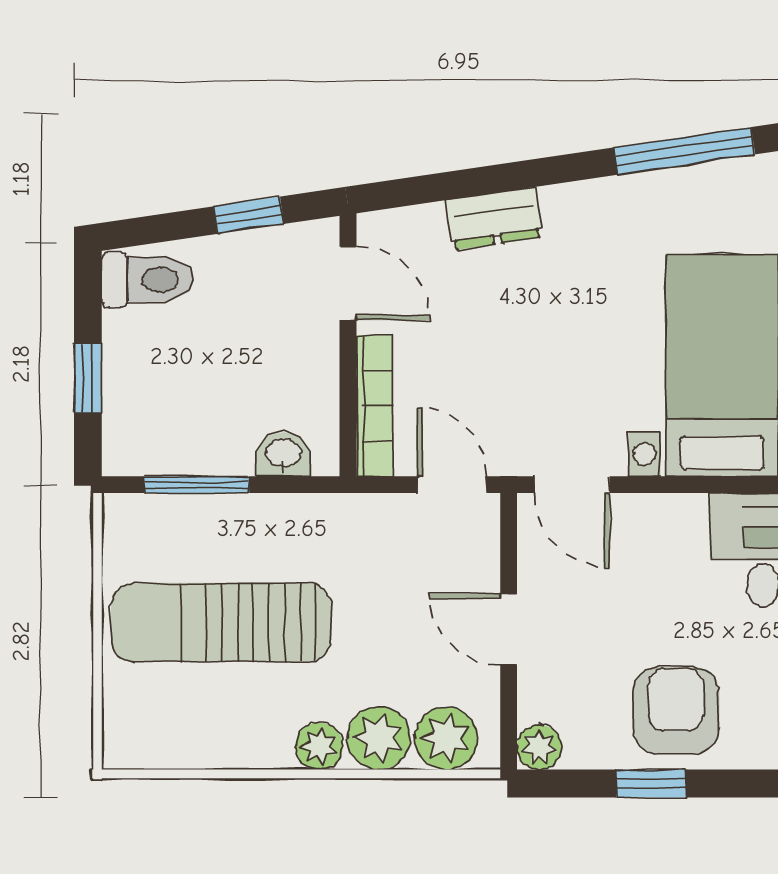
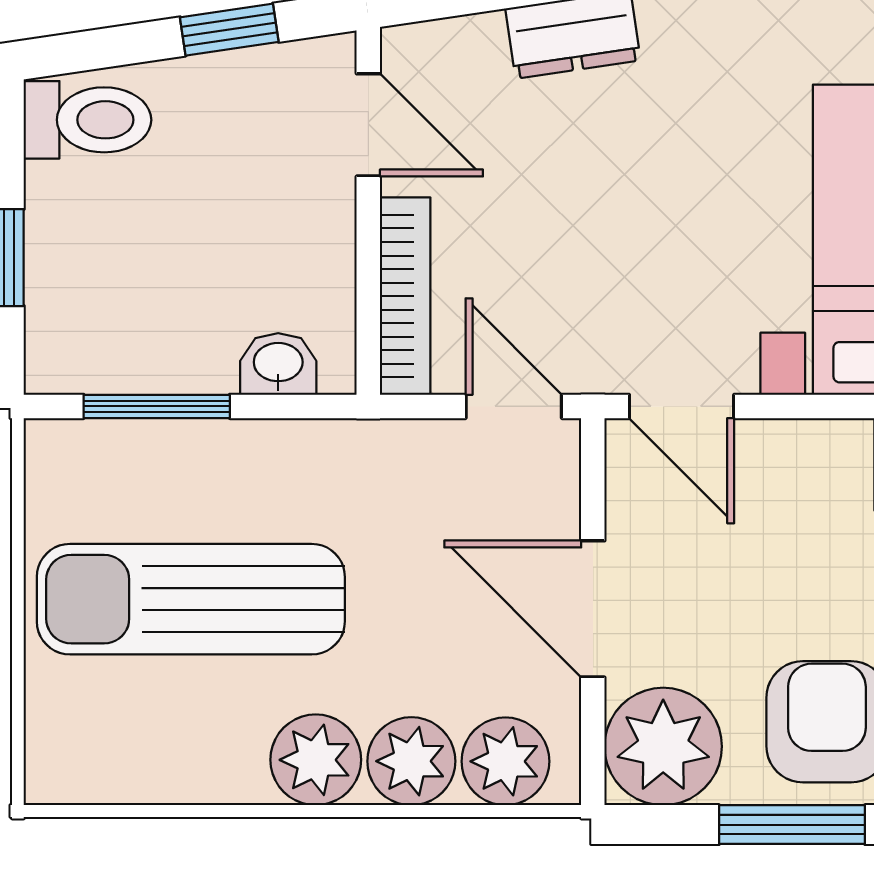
door: (509, 629) -> (593, 609), width x1.38
plant: (319, 746) -> (316, 760), width x1.38, depth x1.38
plant: (539, 747) -> (663, 746), width x1.87, depth x1.87
window: (651, 784) -> (792, 825), width x1.50

